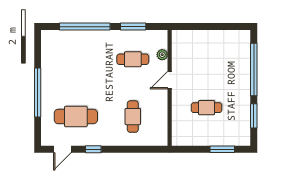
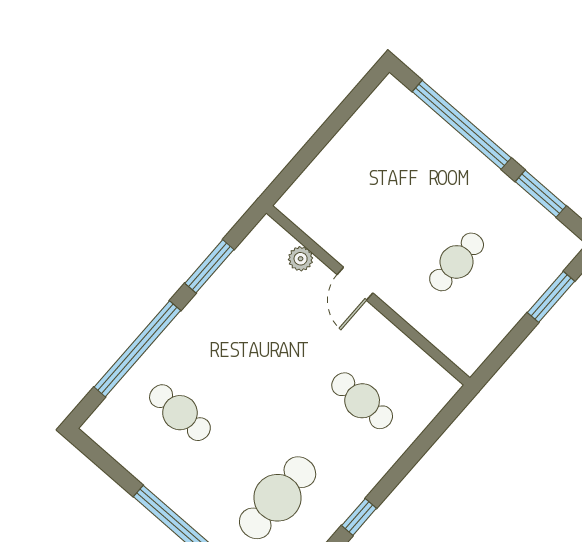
cafe table: (133, 59) -> (180, 413), moved, turned 90

